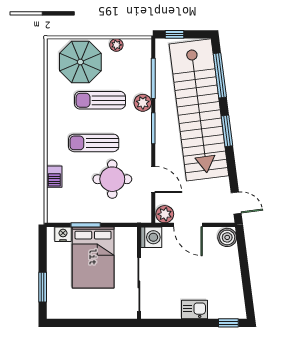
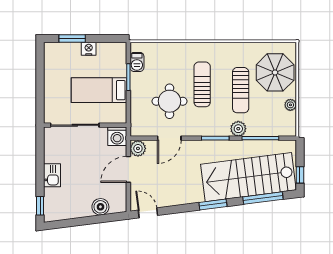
window: (174, 34) -> (300, 175), moved
sun lounger: (100, 100) -> (241, 90), turned 180
stairs: (199, 110) -> (248, 177), width x0.73
barbecue: (54, 177) -> (137, 62), moved, turned -90
door: (236, 203) -> (148, 213), swing flipped
nightstand: (63, 234) -> (89, 49), moved, turned -90
boiler: (227, 237) -> (100, 207), moved
bed: (93, 257) -> (99, 90), width x0.67

